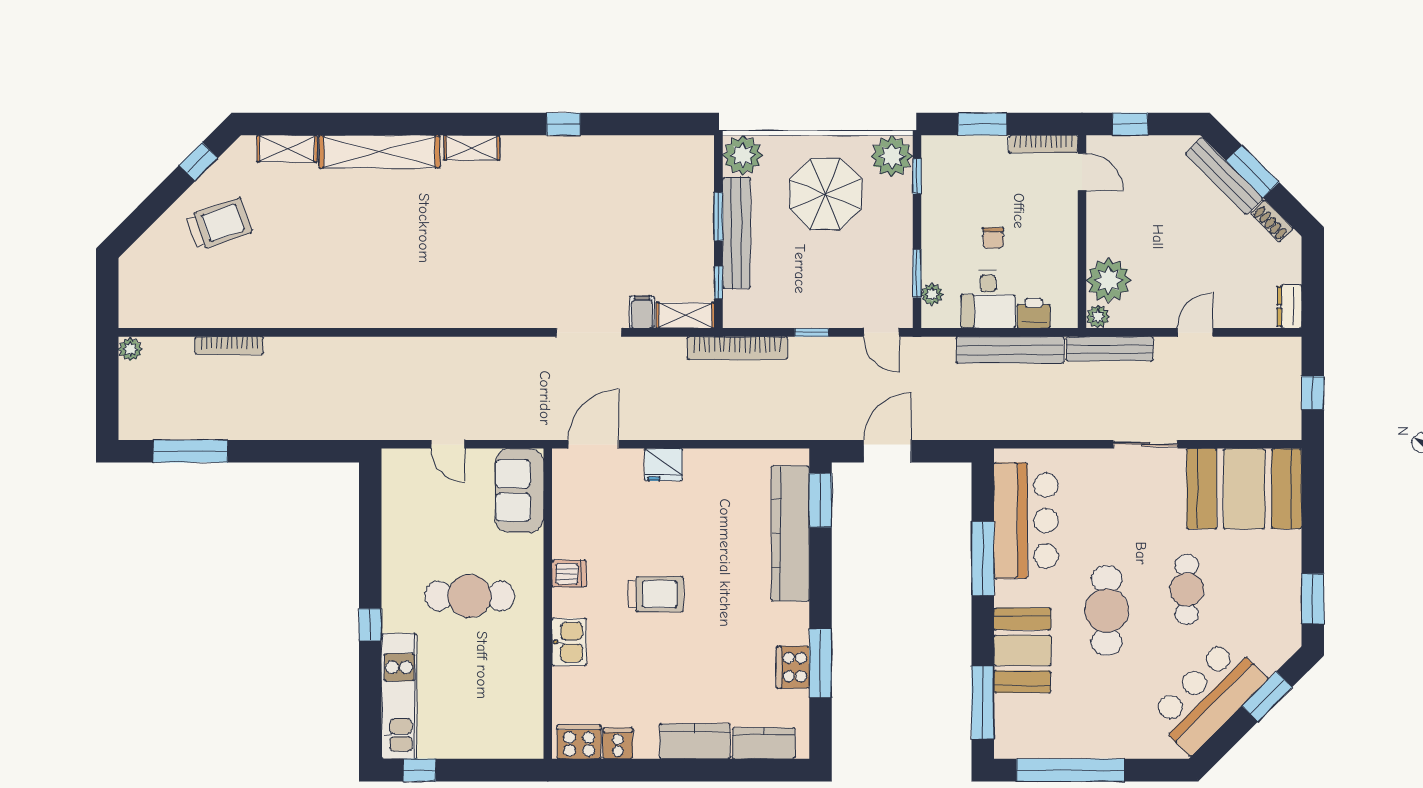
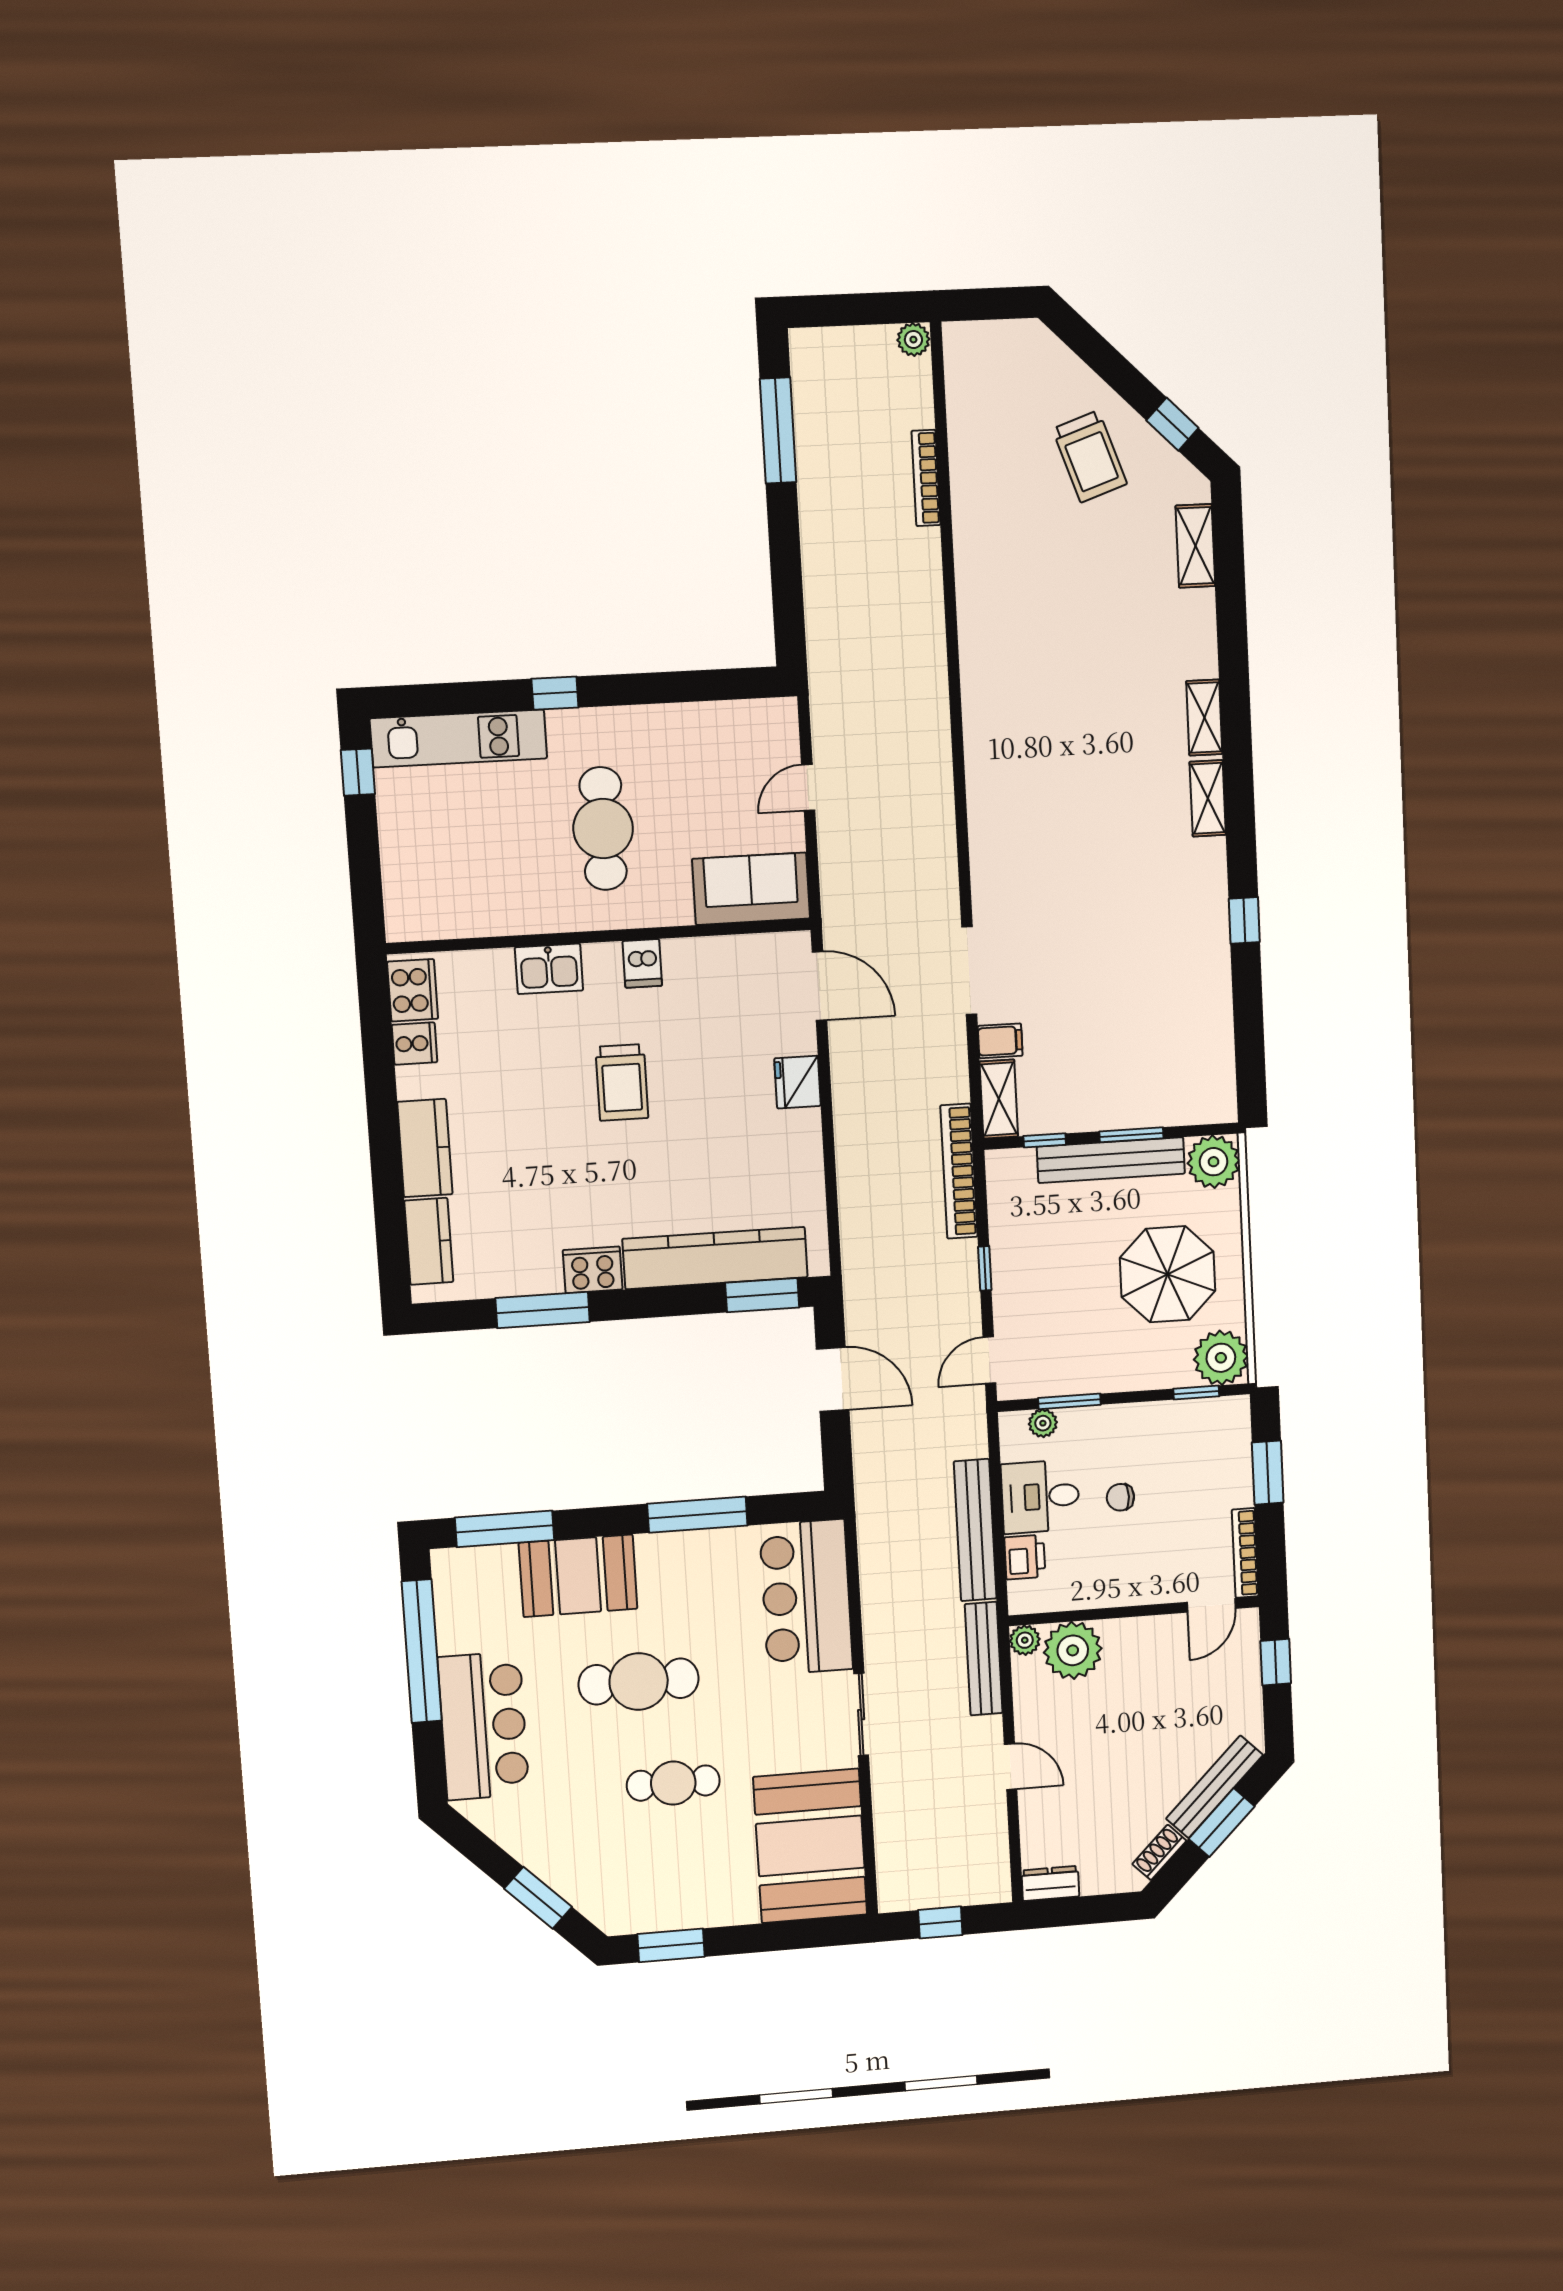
shelving: (379, 152) -> (1204, 718), width x0.45, depth x0.75
bar counter: (1026, 521) -> (806, 1597), moved, turned 90
cooker: (793, 667) -> (593, 1270), moved
bar counter: (1208, 697) -> (483, 1726), moved, turned 45

